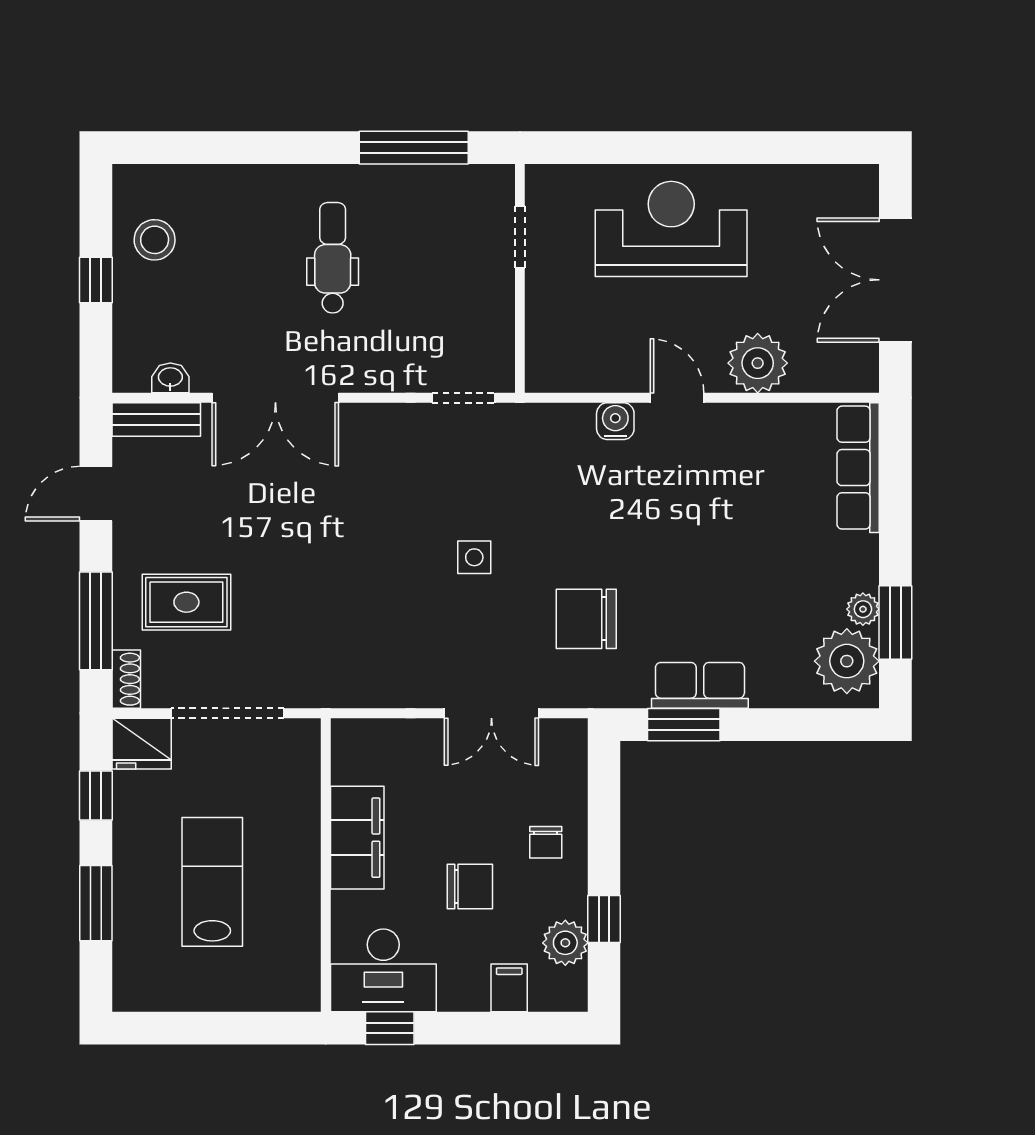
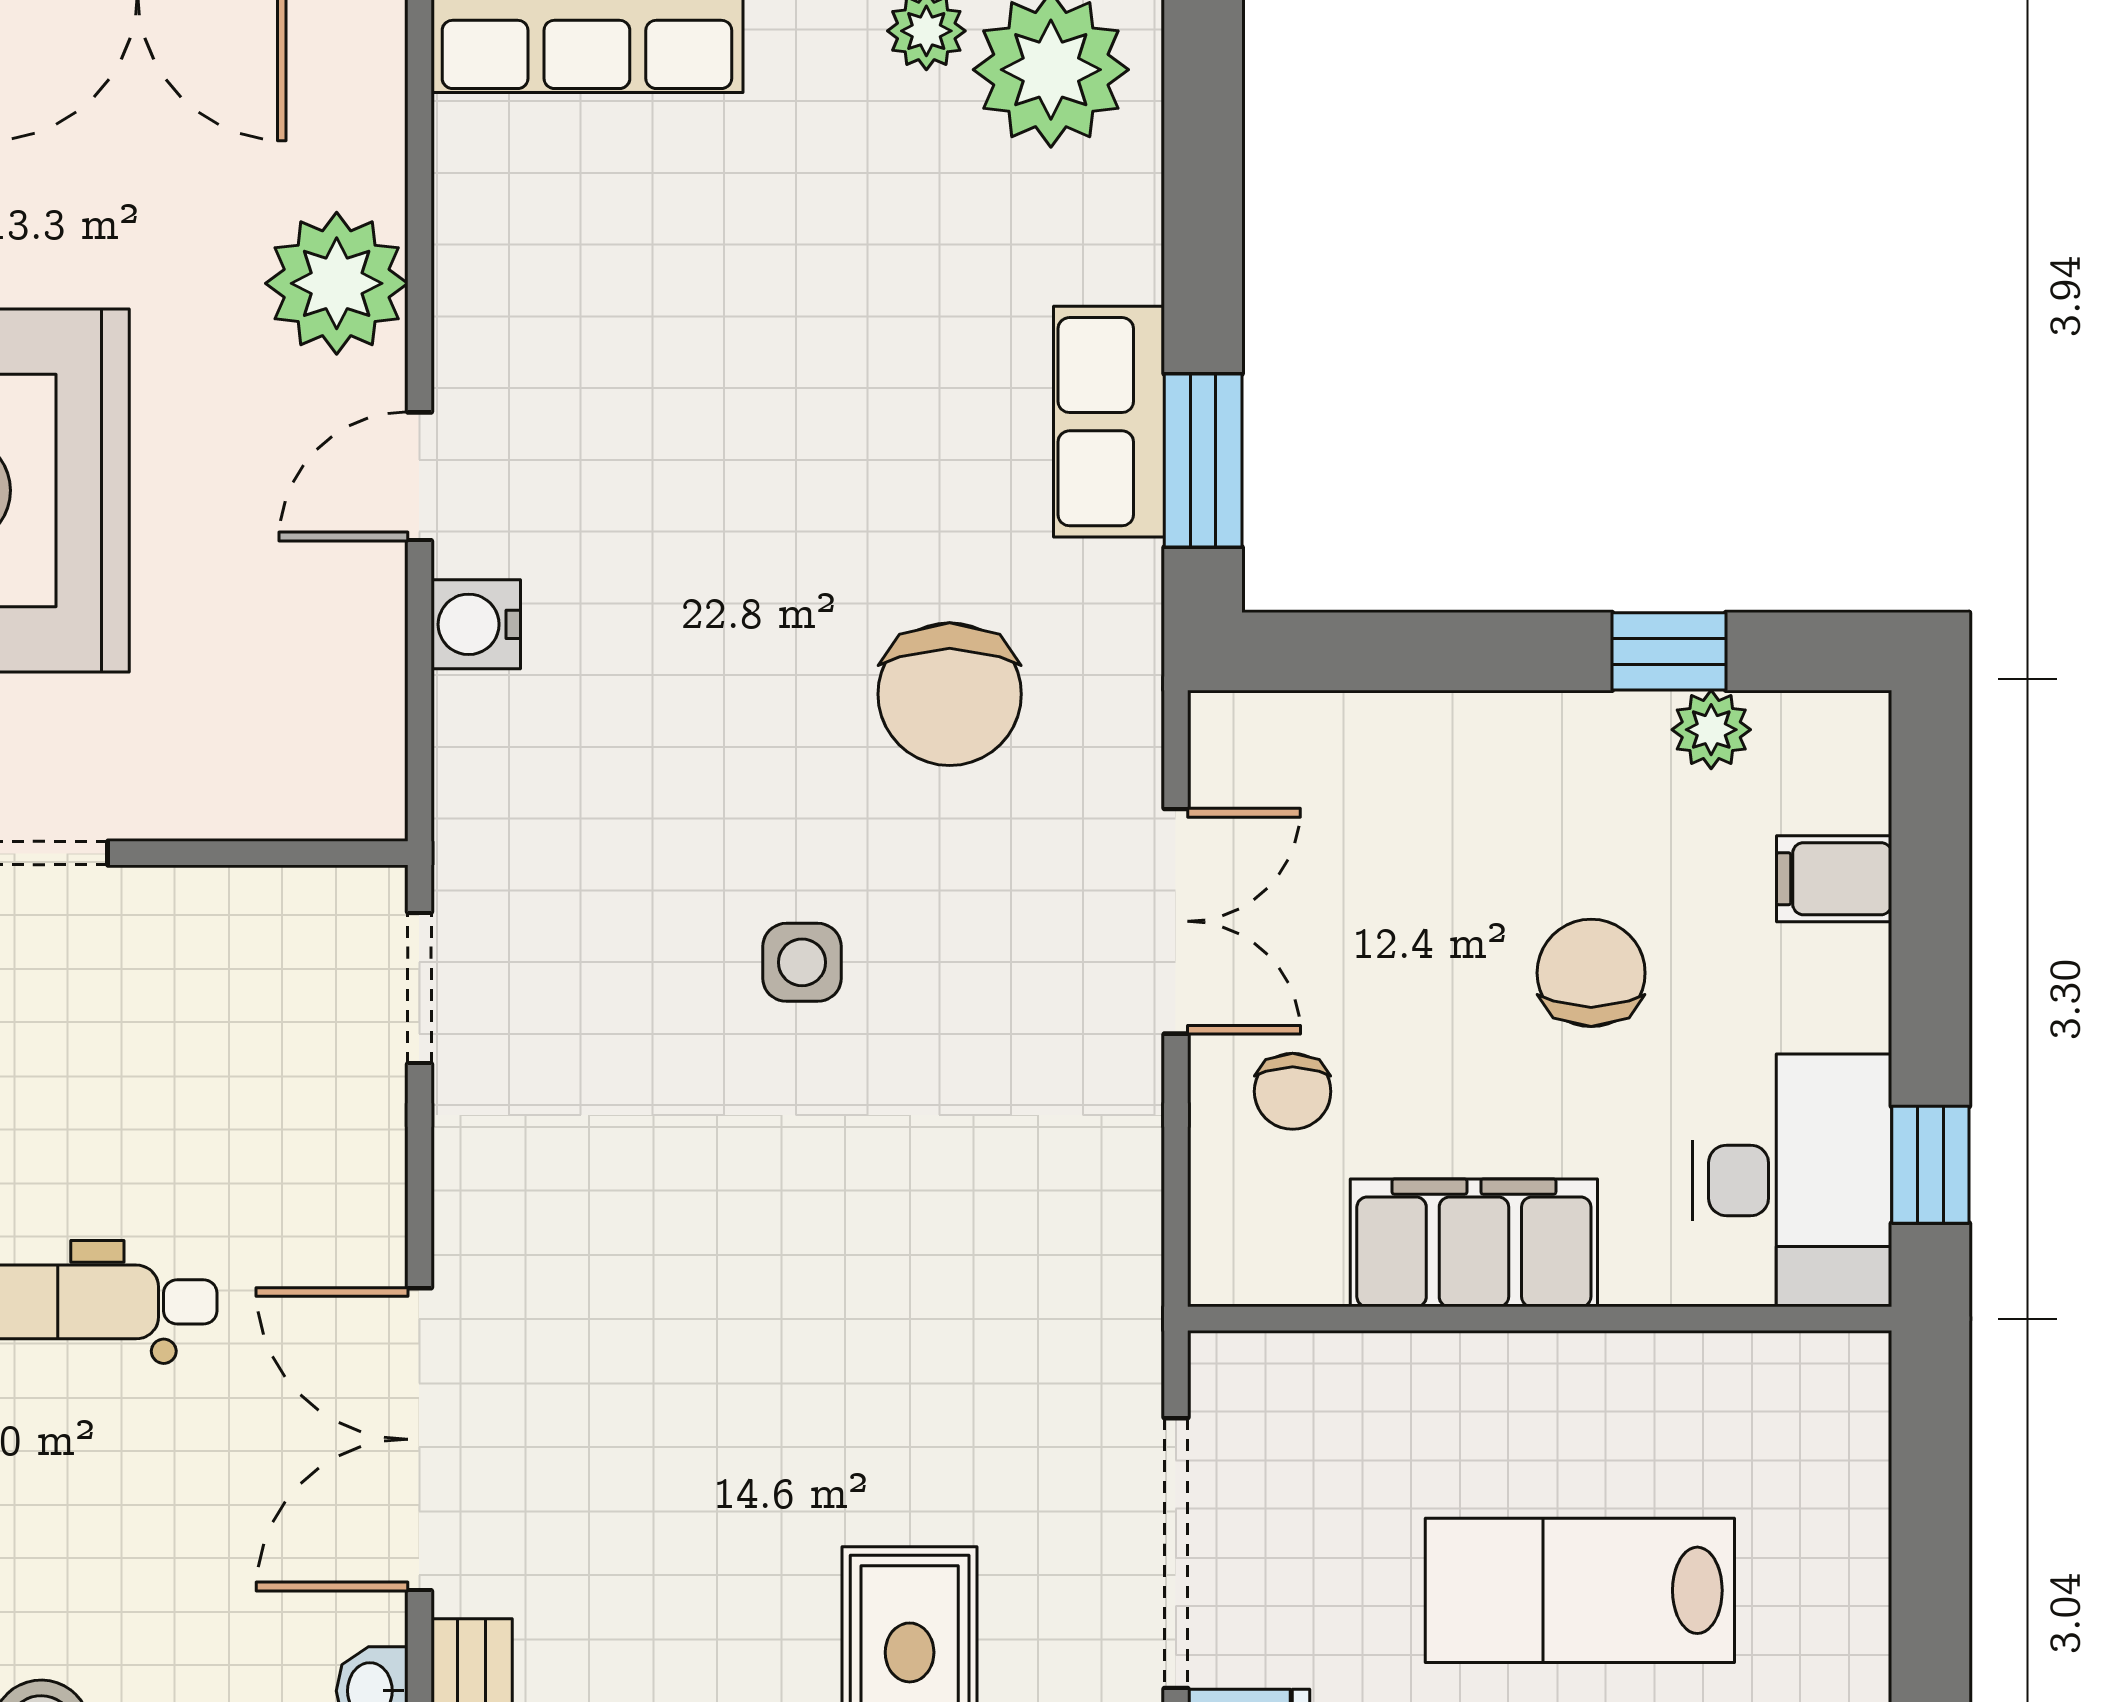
double door: (275, 398) -> (419, 1439), swing flipped
chair: (546, 842) -> (1293, 1091), moved, turned 90
plant: (565, 943) -> (1711, 730), width x0.73, depth x0.73

